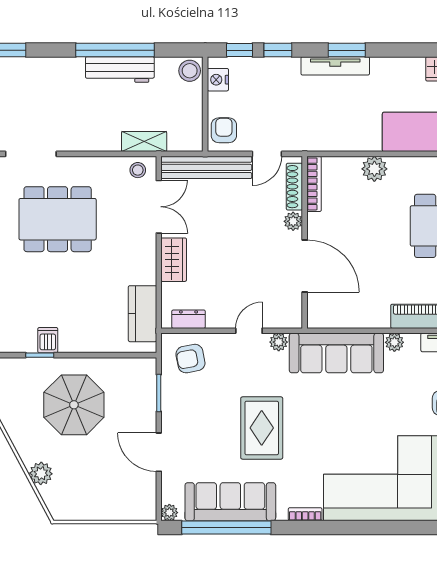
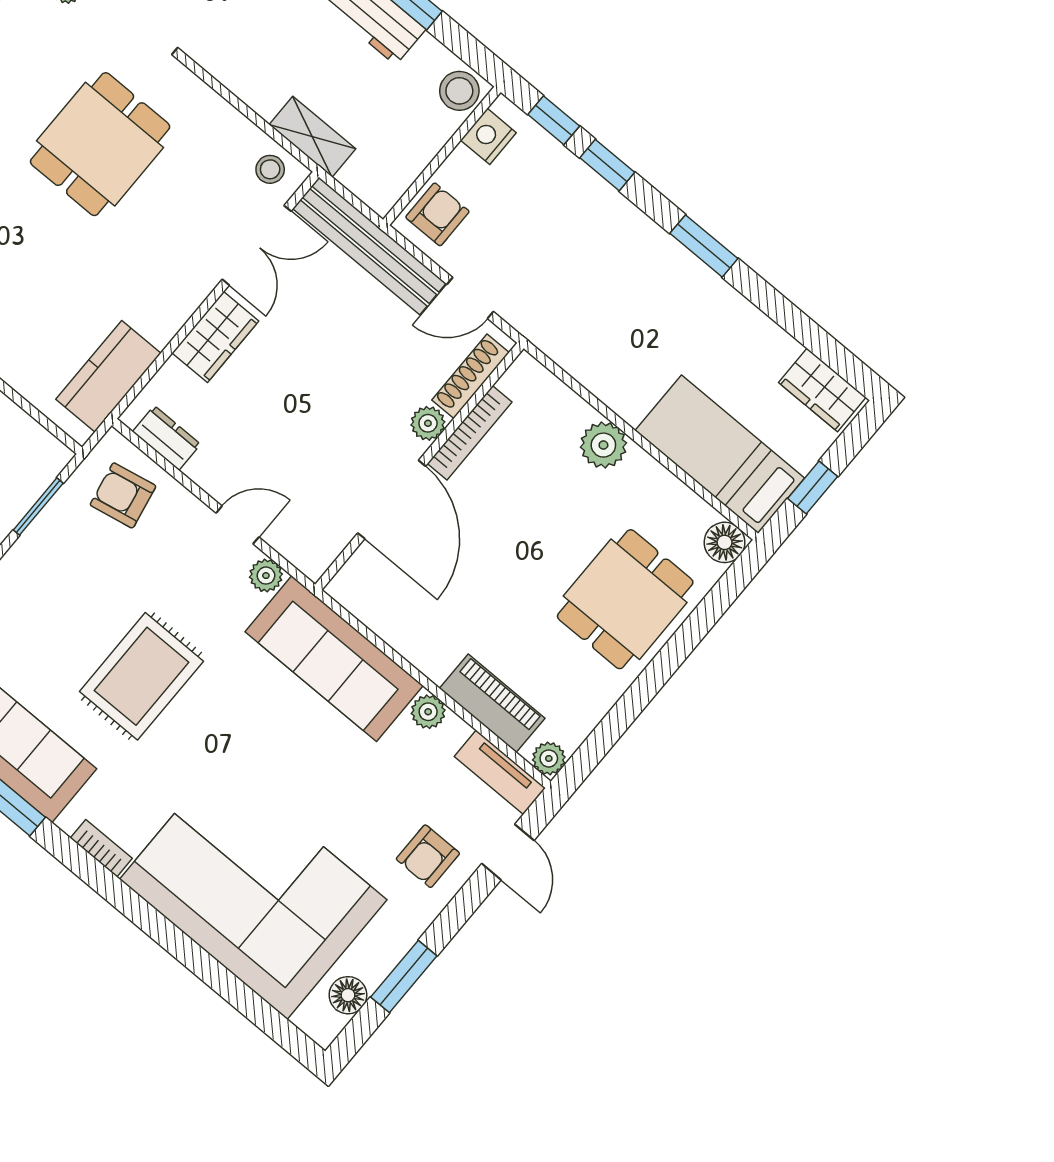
tv unit: (335, 66) -> (669, 255), removed
bookcase: (314, 184) -> (470, 433), moved
dining table: (58, 219) -> (100, 144), width x0.73

